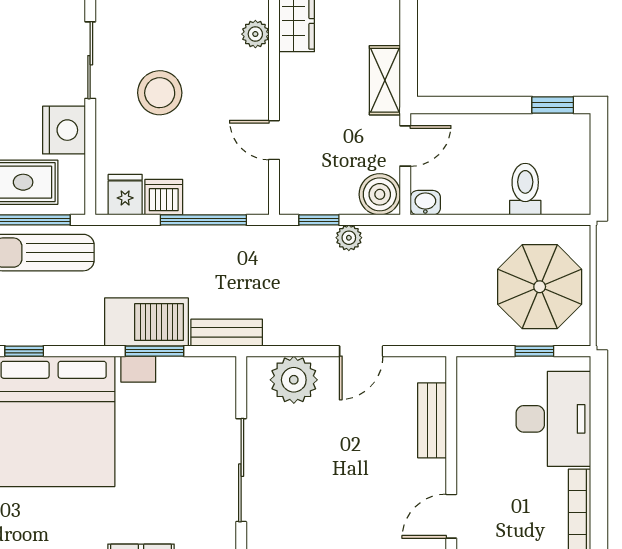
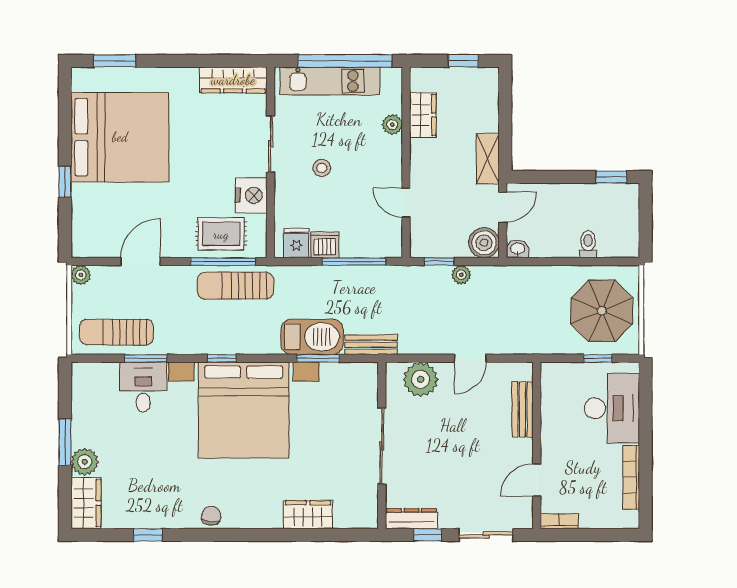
stool: (160, 93) -> (322, 168), width x0.53, depth x0.53
toilet: (525, 189) -> (588, 244), width x0.73, depth x0.72

